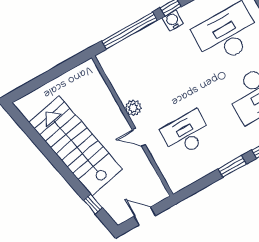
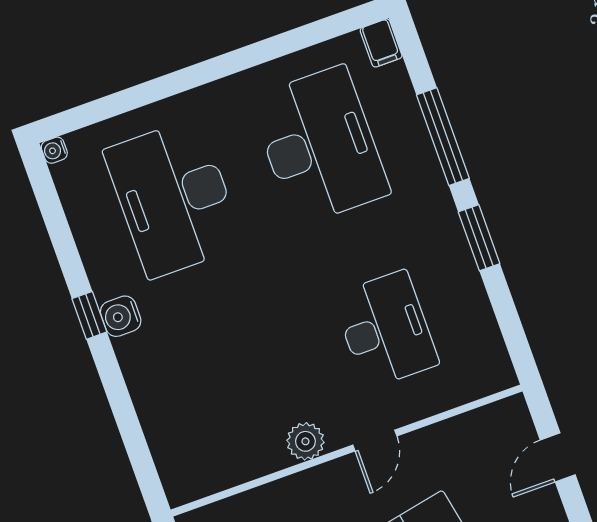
window: (129, 31) -> (127, 420), removed
desk: (186, 134) -> (386, 330), turned 180

